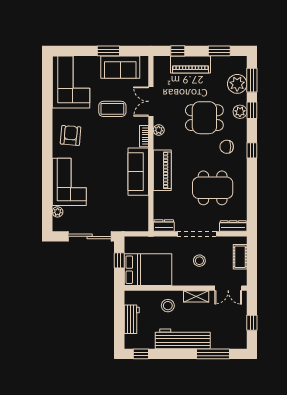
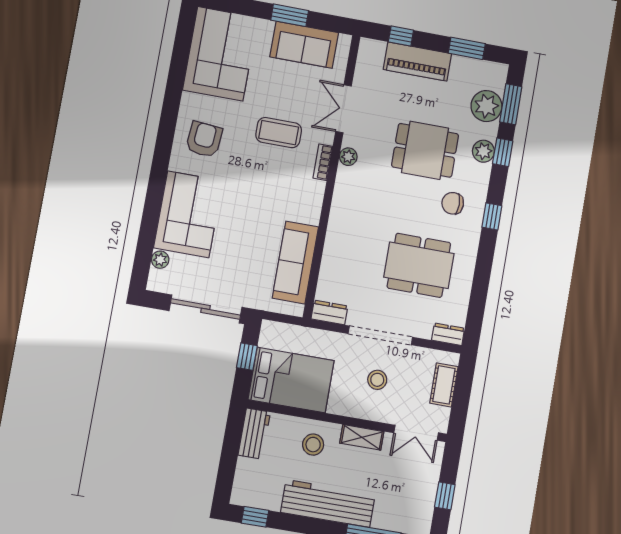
coffee table: (112, 109) -> (279, 133), moved
piano: (162, 170) -> (343, 222), removed
sofa: (138, 172) -> (295, 262), moved
dresser: (233, 226) -> (448, 334), width x0.70
workbench: (132, 319) -> (254, 434), moved

